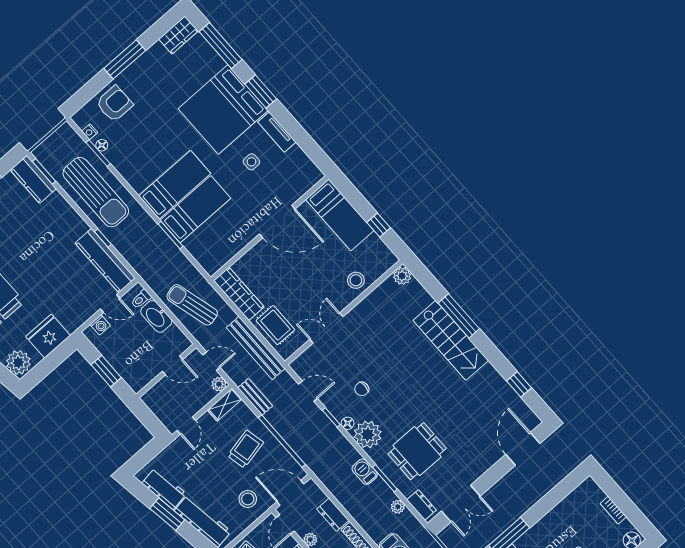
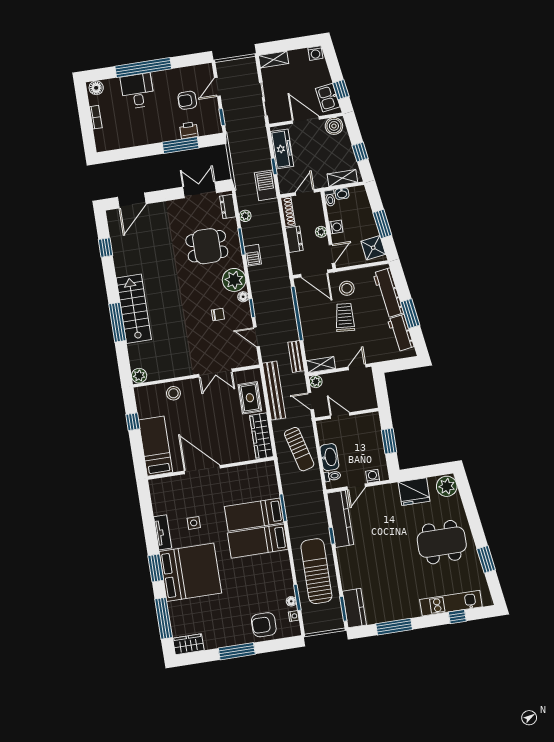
door: (110, 303) -> (356, 487), swing flipped
trolley: (246, 449) -> (345, 317), moved, turned 107

